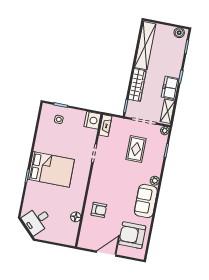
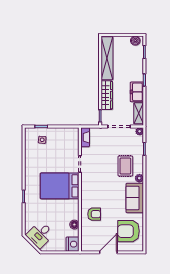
nightstand: (92, 120) -> (73, 244), moved
rug: (136, 149) -> (125, 166), moved
bed: (51, 169) -> (60, 186), moved, turned 180

